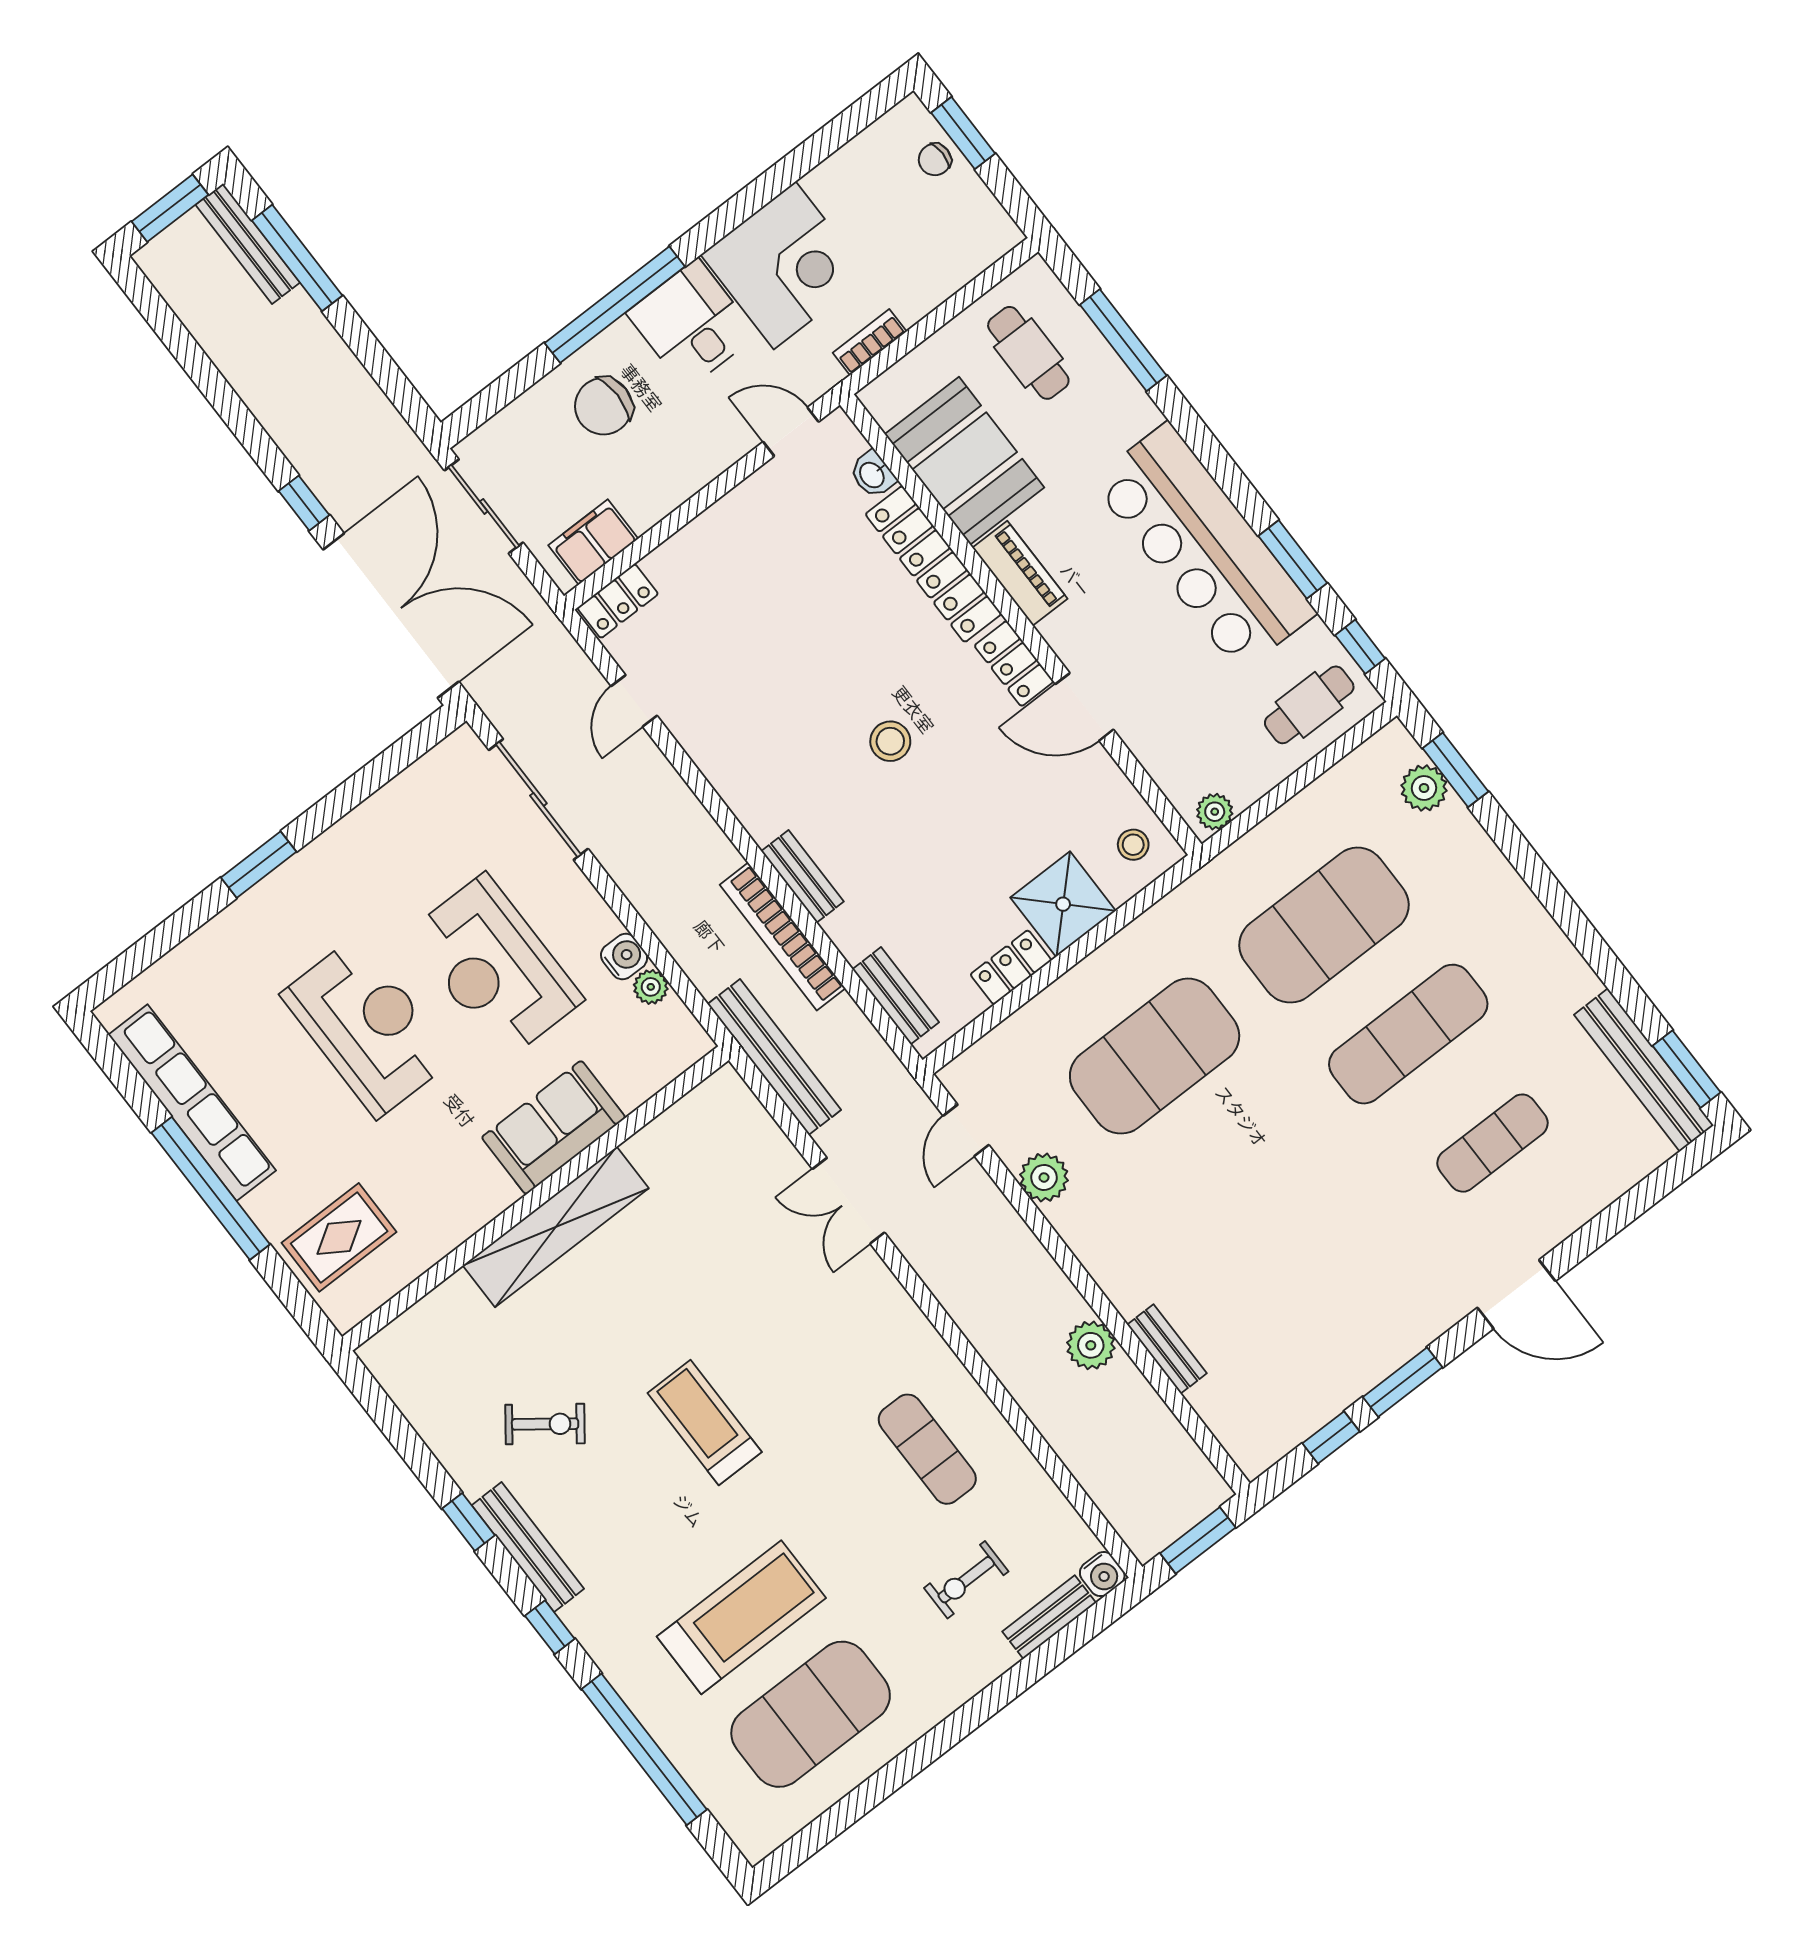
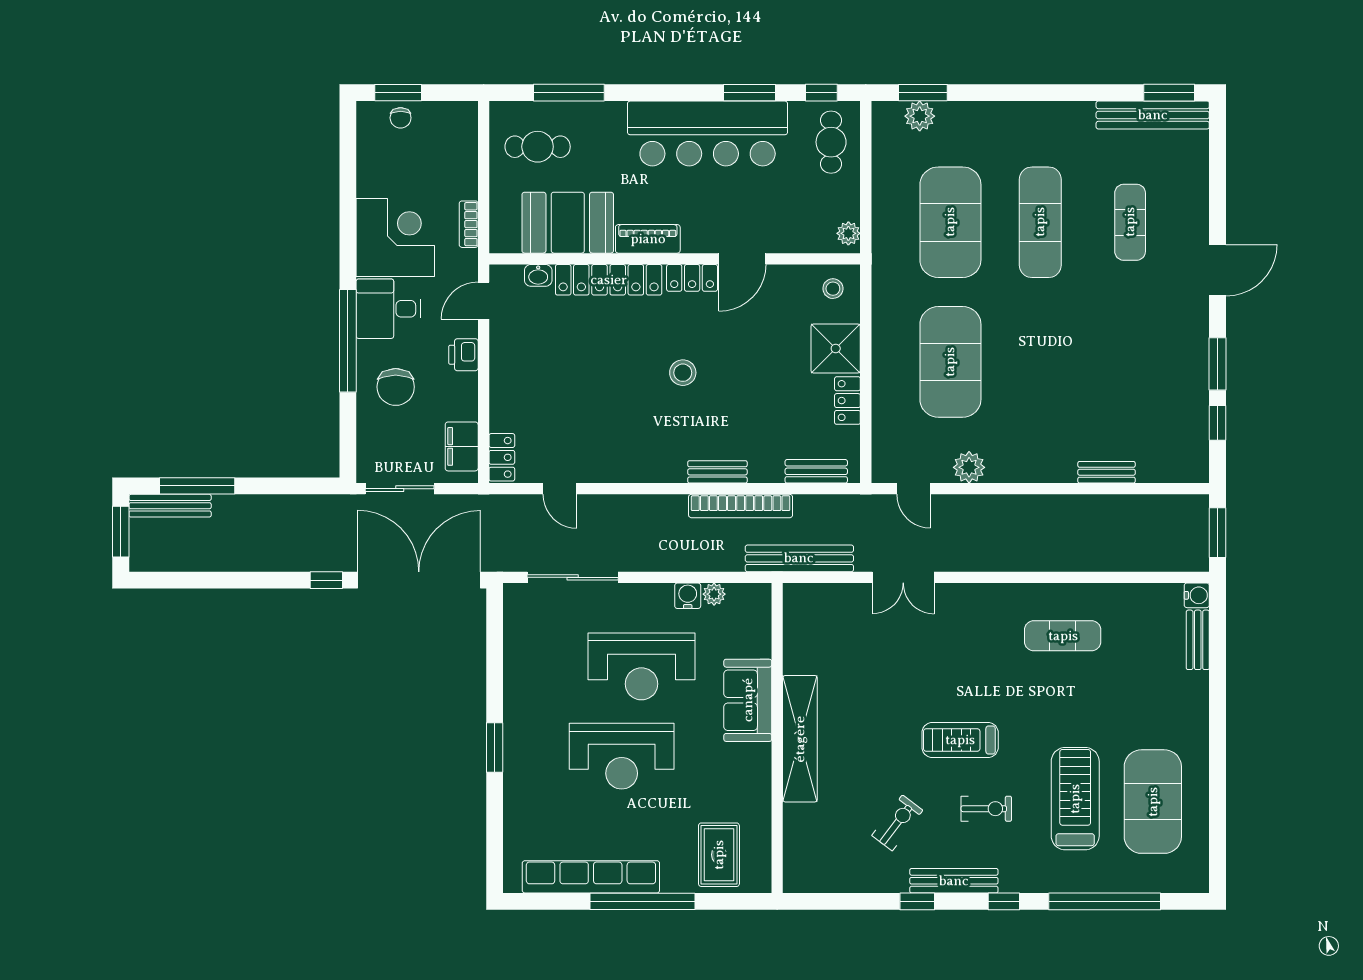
printer: (706, 458) -> (463, 355), added
reception desk: (367, 1027) -> (622, 756), turned 180
plant: (1091, 1345) -> (1074, 510), removed
exercise bike: (966, 1580) -> (986, 809), moved, turned -90

